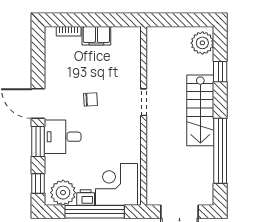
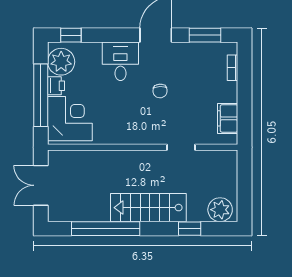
filing cabinet: (96, 36) -> (228, 118), moved
doorway: (144, 102) -> (181, 147), moved
window: (38, 141) -> (205, 35), moved

